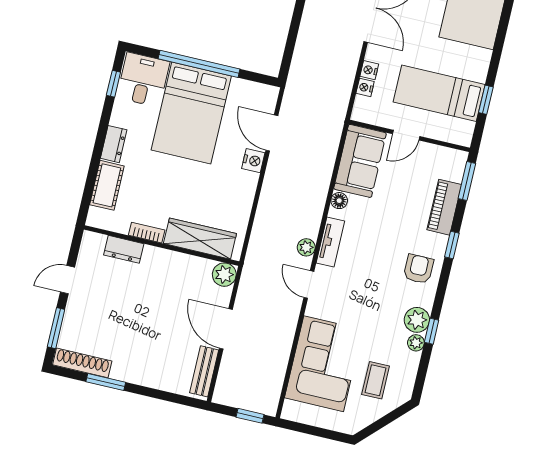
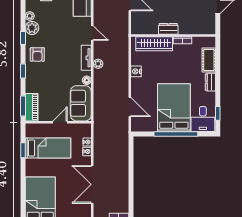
nightstand: (253, 161) -> (136, 71), moved
piano: (444, 207) -> (32, 107), moved
plant: (306, 247) -> (98, 64), moved
dresser: (124, 249) -> (168, 29), moved
plant: (224, 275) -> (137, 28), removed
window: (432, 331) -> (23, 38), moved

